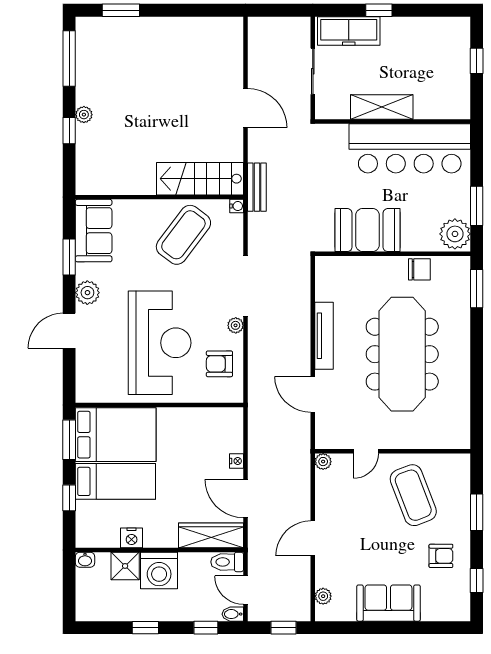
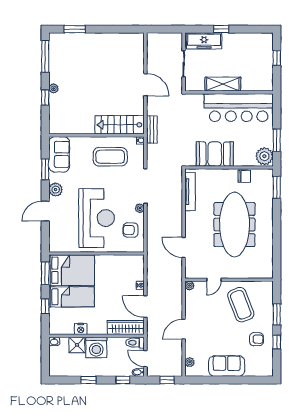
coffee table: (183, 235) -> (110, 157), turned 53
tv unit: (324, 336) -> (190, 192), moved
window: (477, 581) -> (277, 342), moved

